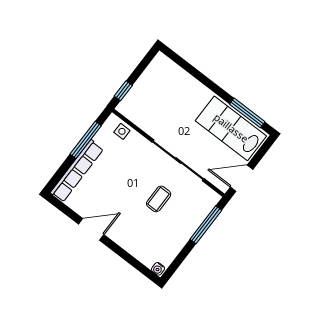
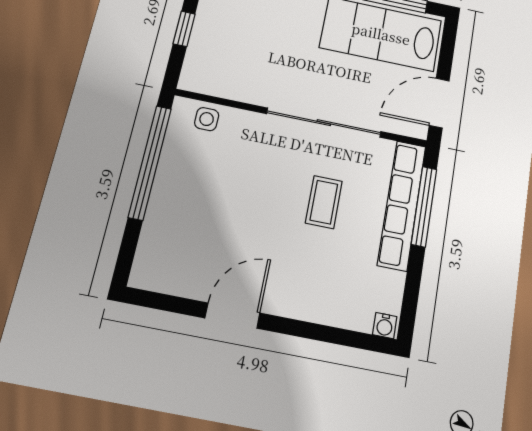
window: (123, 91) -> (184, 29), moved
window: (86, 140) -> (150, 162), width x1.46
row of seats: (77, 171) -> (402, 205), moved, turned 180

